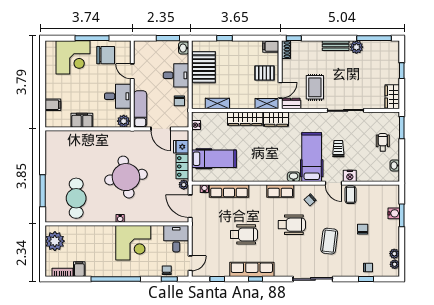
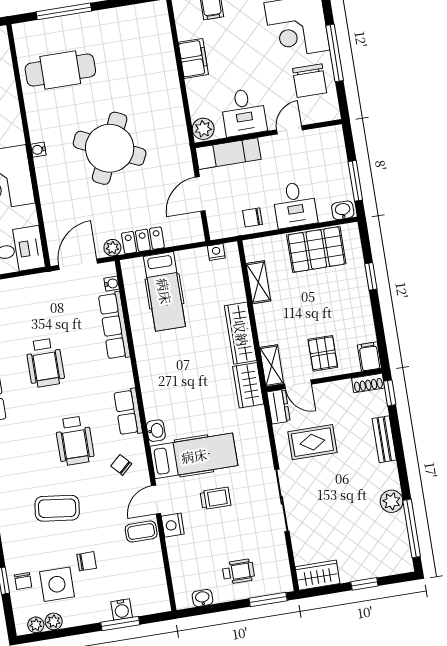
bench: (336, 46) -> (384, 439), moved
fridge: (181, 147) -> (176, 233), removed
round table: (126, 177) -> (110, 148), turned 35
side table: (373, 248) -> (57, 584), added

